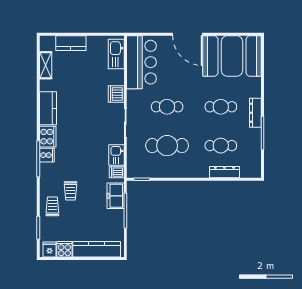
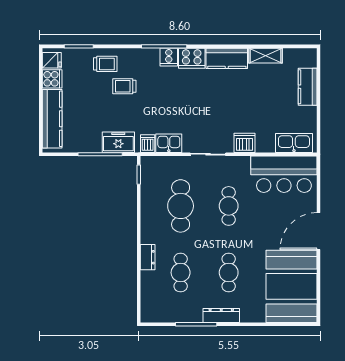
shelving: (46, 65) -> (265, 56), moved
dresser: (224, 172) -> (148, 257), moved, width x0.70

